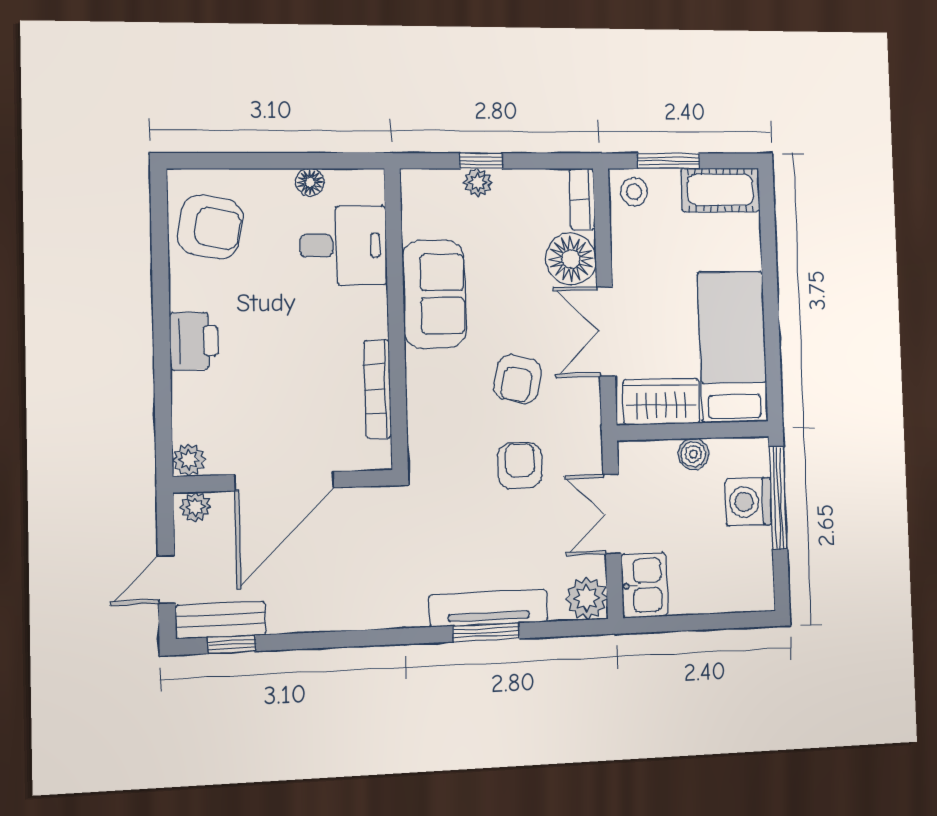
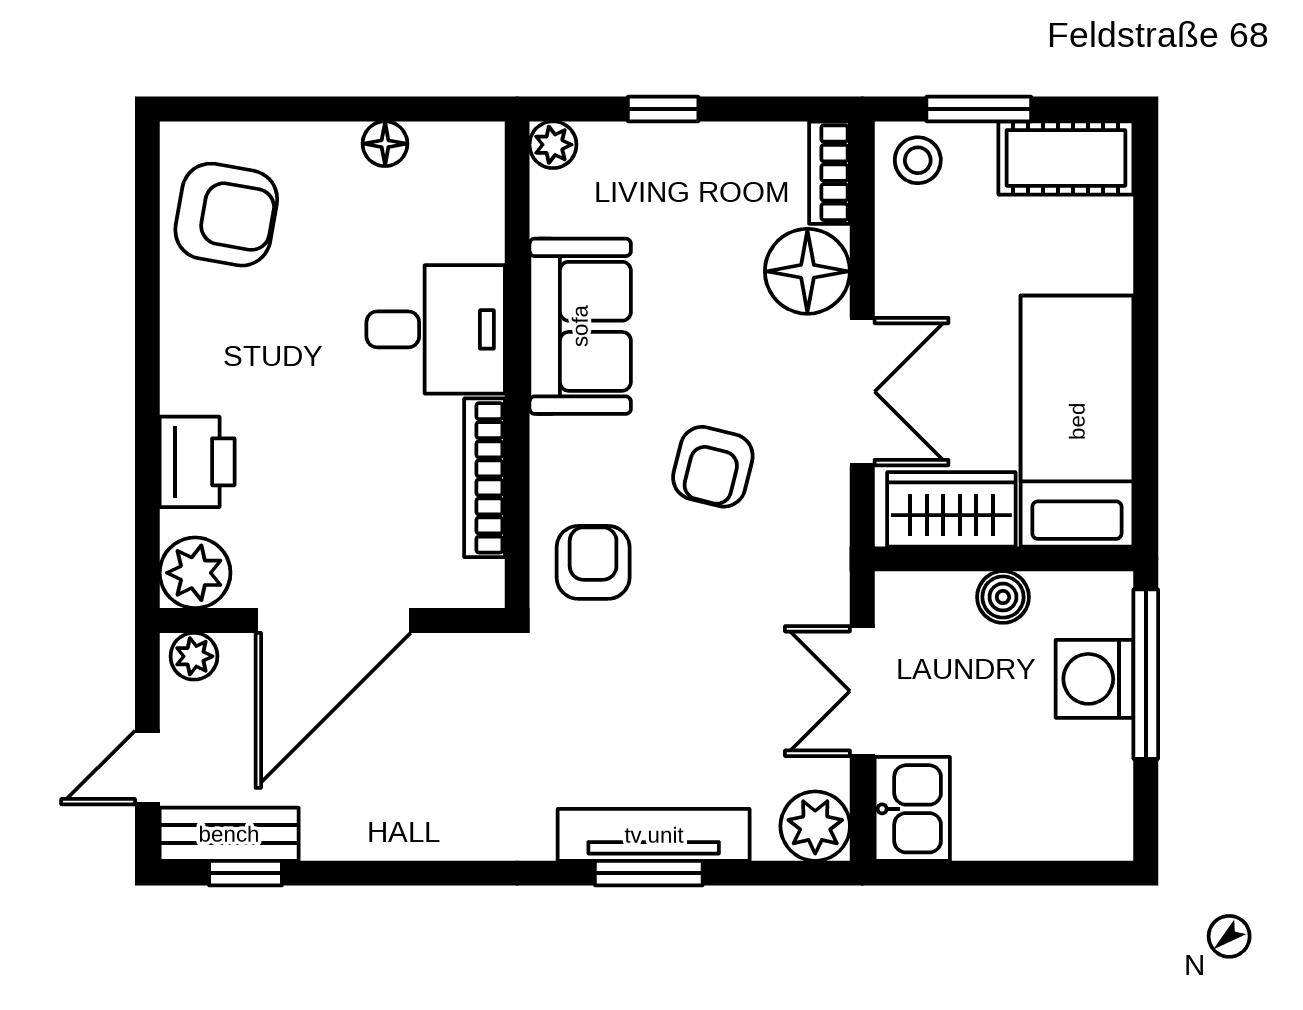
plant: (478, 183) -> (553, 145), moved
desk: (343, 246) -> (436, 329), moved
double door: (606, 331) -> (862, 392), swing flipped
printer: (194, 341) -> (197, 462), moved
plant: (189, 460) -> (195, 573), width x1.38, depth x1.38
armchair: (520, 466) -> (593, 562), moved

